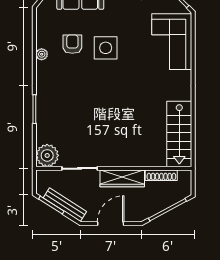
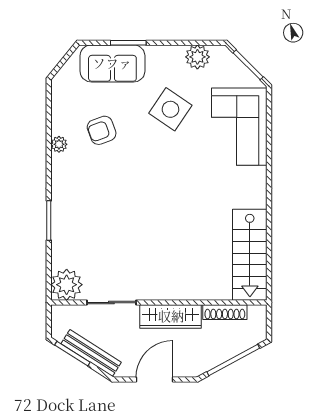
armchair: (72, 44) -> (102, 130), turned -110
side table: (106, 48) -> (170, 109), moved, turned 34

